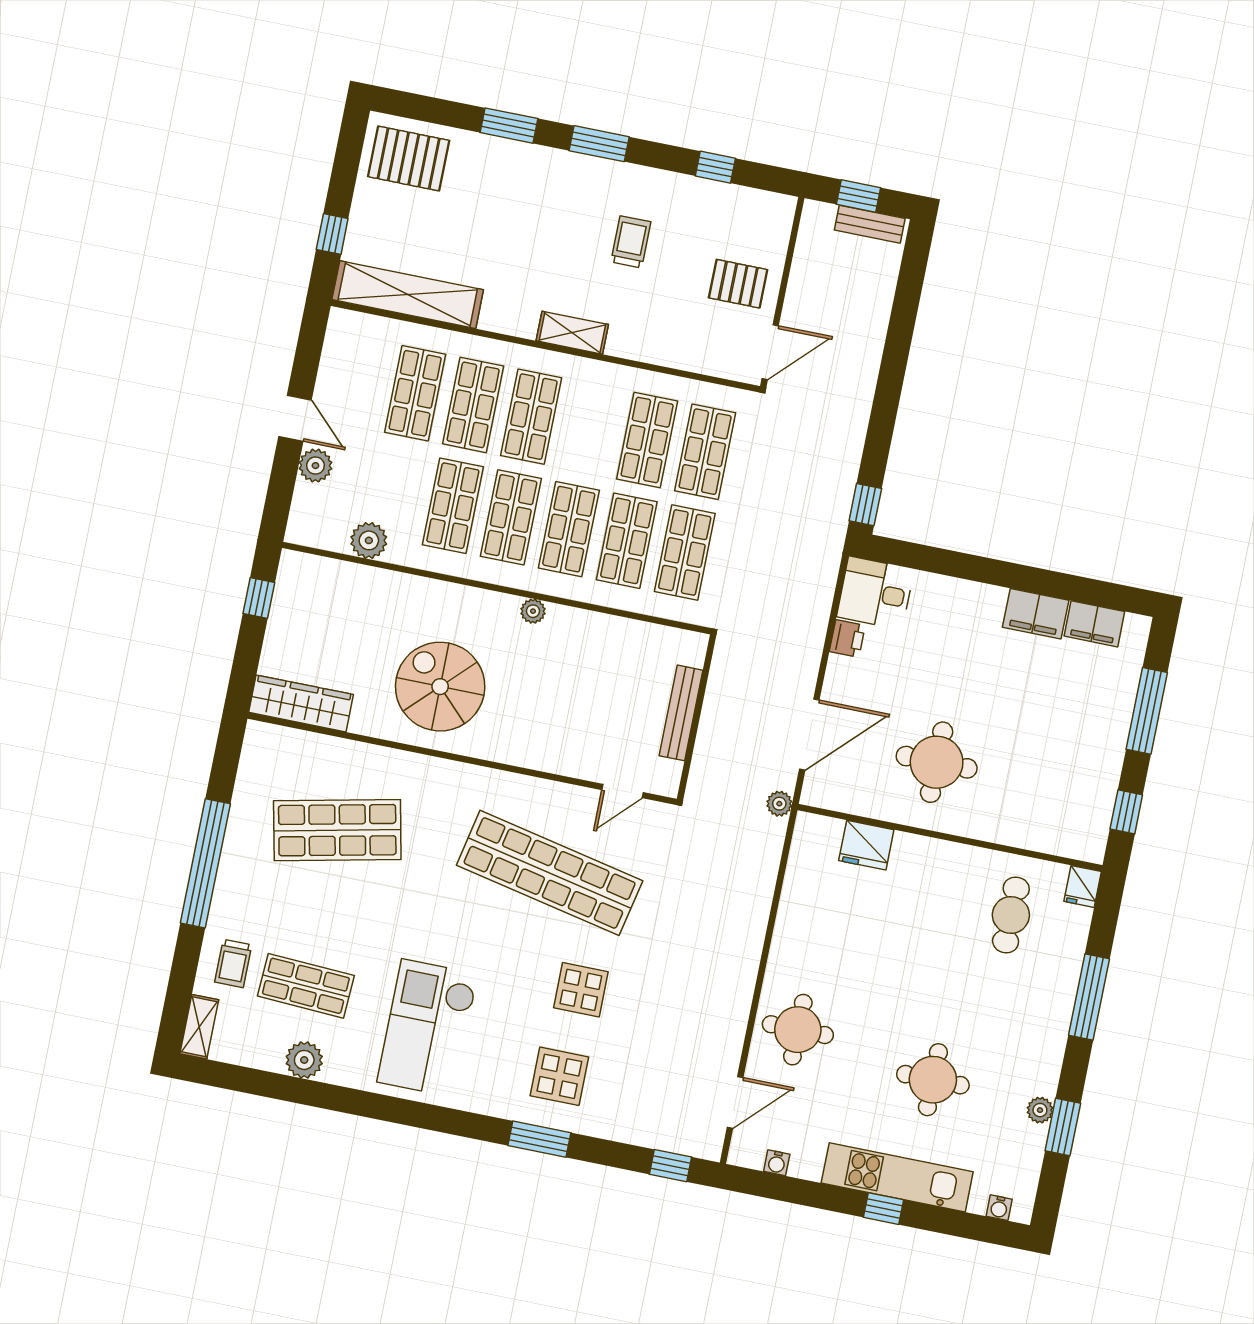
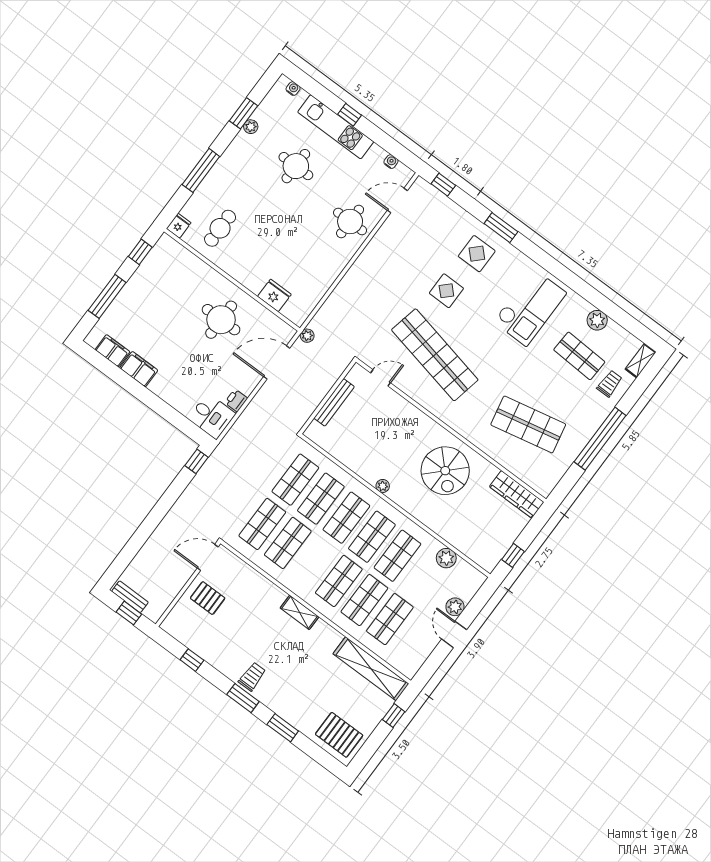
trolley: (631, 242) -> (252, 677), moved, turned 180

